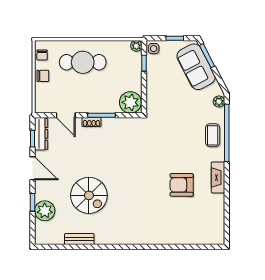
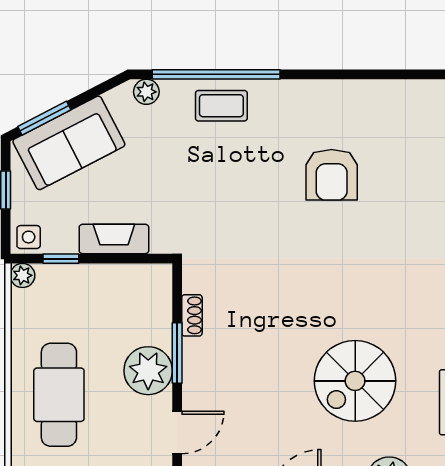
plant: (130, 102) -> (148, 371), moved
shoe rack: (91, 122) -> (192, 315), moved
fireplace: (218, 177) -> (114, 239), moved, turned 180
spiral stairs: (89, 195) -> (355, 381), turned 180

